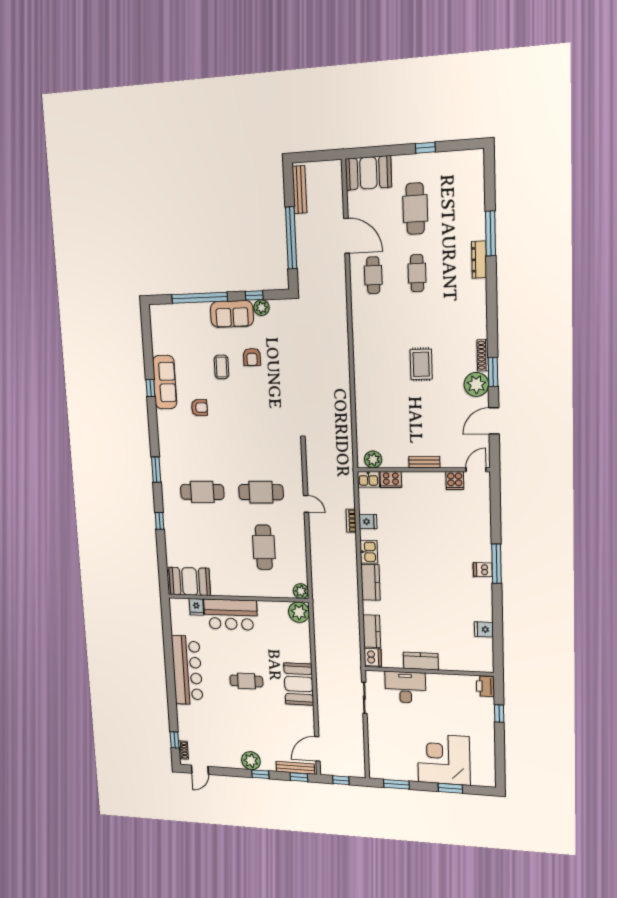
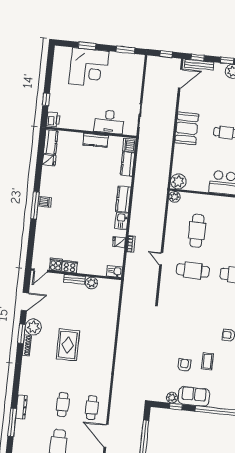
rug: (421, 364) -> (68, 345), width x1.36, depth x1.43
plant: (373, 459) -> (91, 283), moved
cooker: (391, 480) -> (69, 267), moved
kitchen counter: (485, 655) -> (51, 142), added

